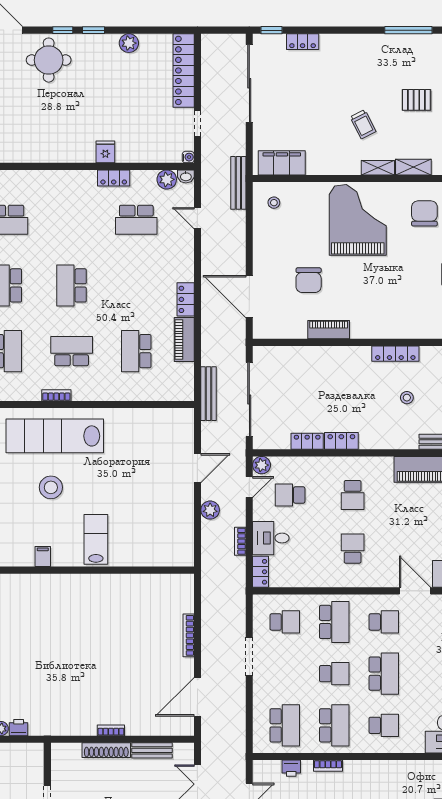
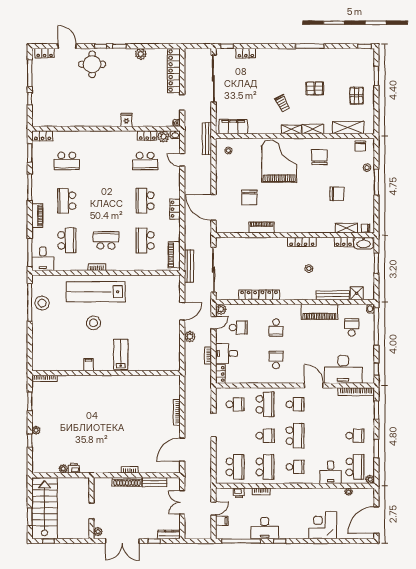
locker: (114, 178) -> (147, 136), moved
school desk: (72, 285) -> (145, 201), moved
piano: (184, 340) -> (174, 255), moved
school desk: (290, 495) -> (238, 327), turned 180

